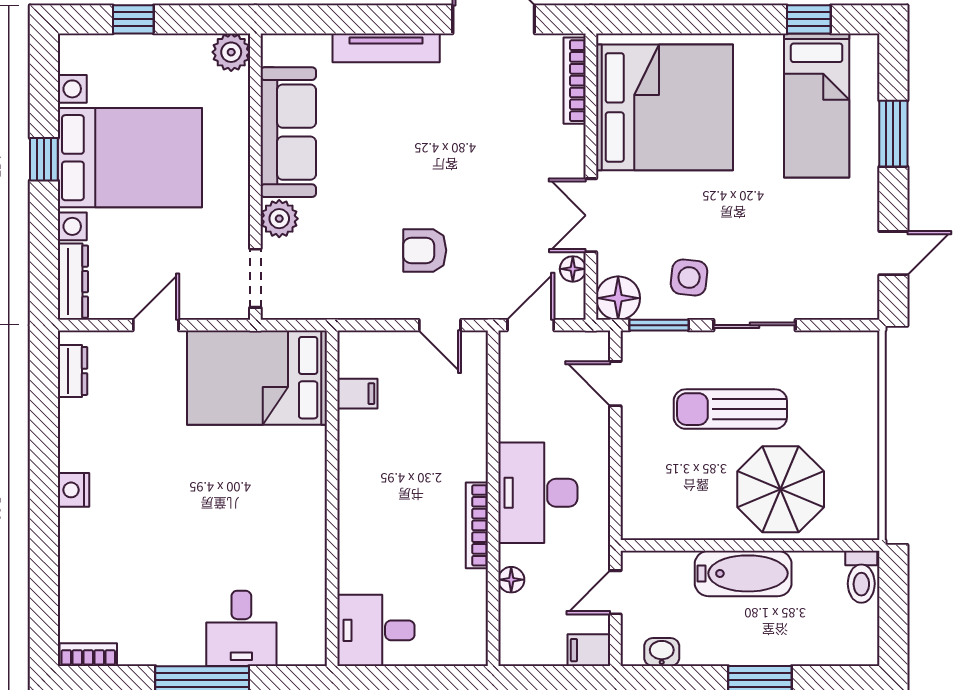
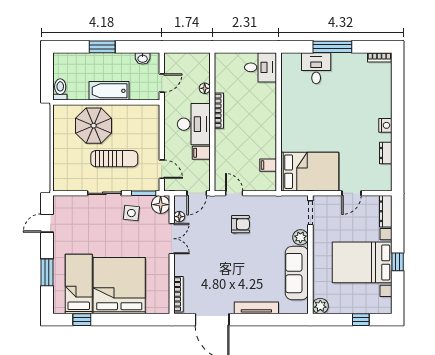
bed: (665, 107) -> (119, 286), moved, turned 90
dresser: (73, 371) -> (386, 153), moved
filing cabinet: (589, 650) -> (201, 153), moved, turned 180

